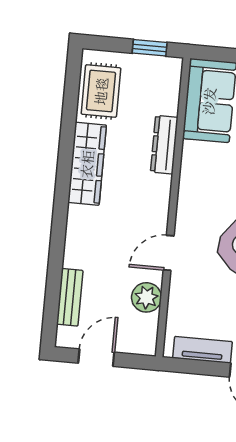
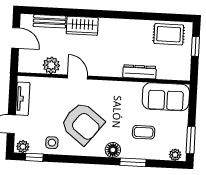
window: (150, 48) -> (195, 46), moved
wardrobe: (87, 164) -> (82, 26), moved, width x0.67

